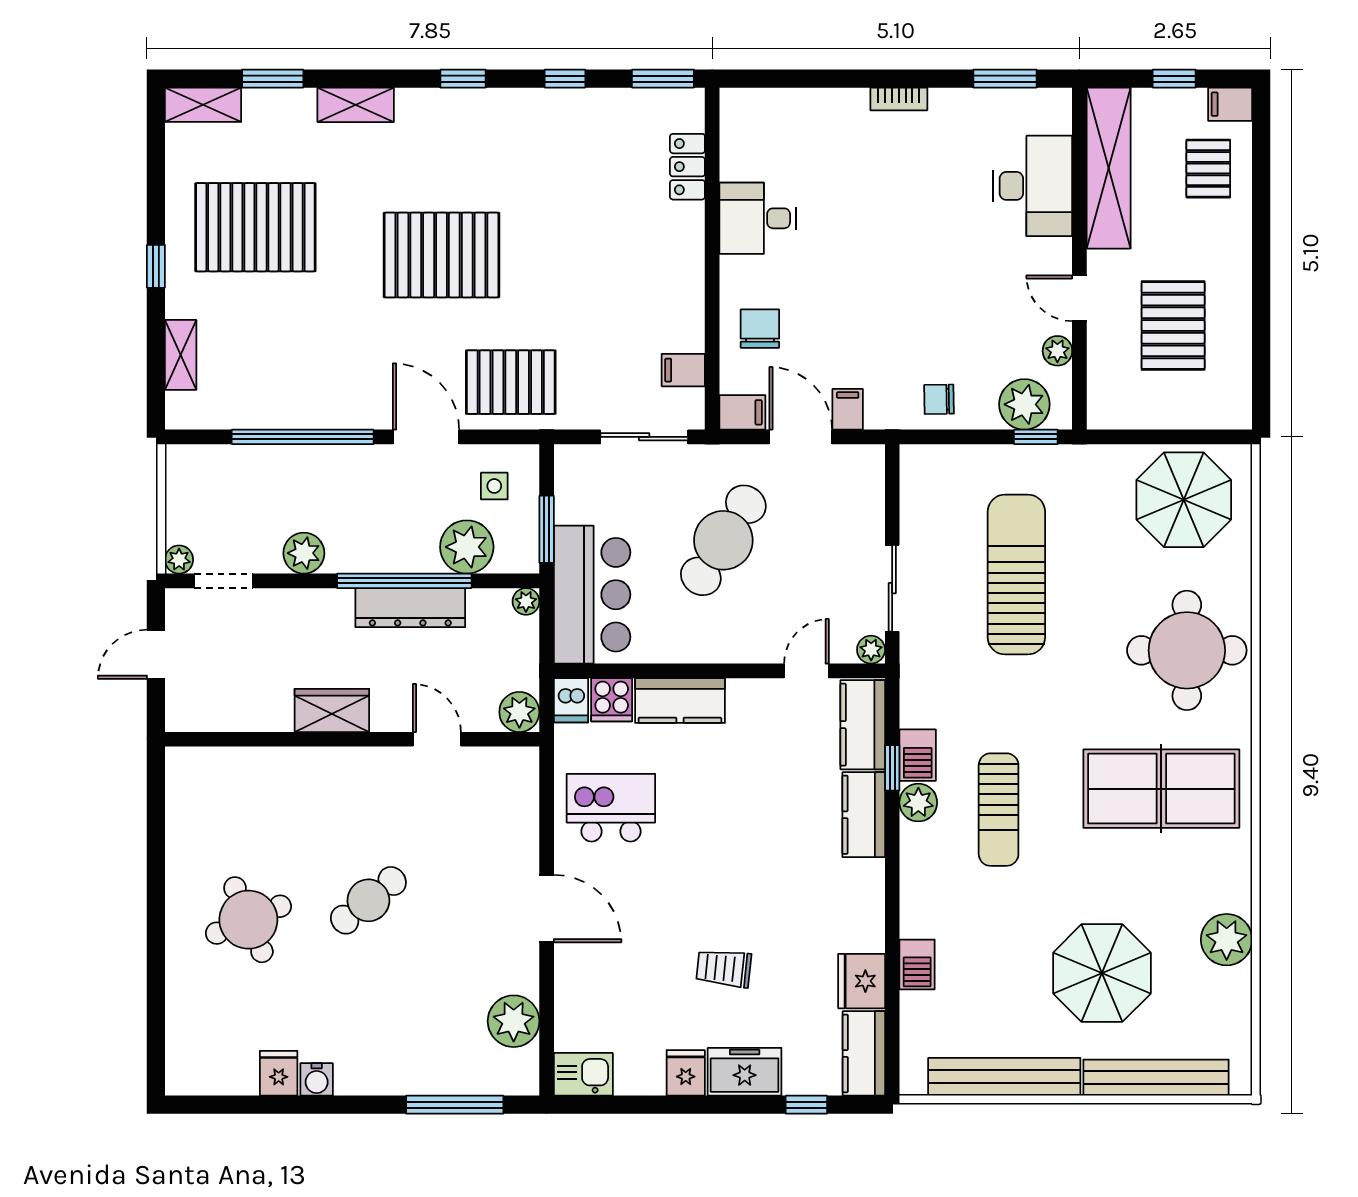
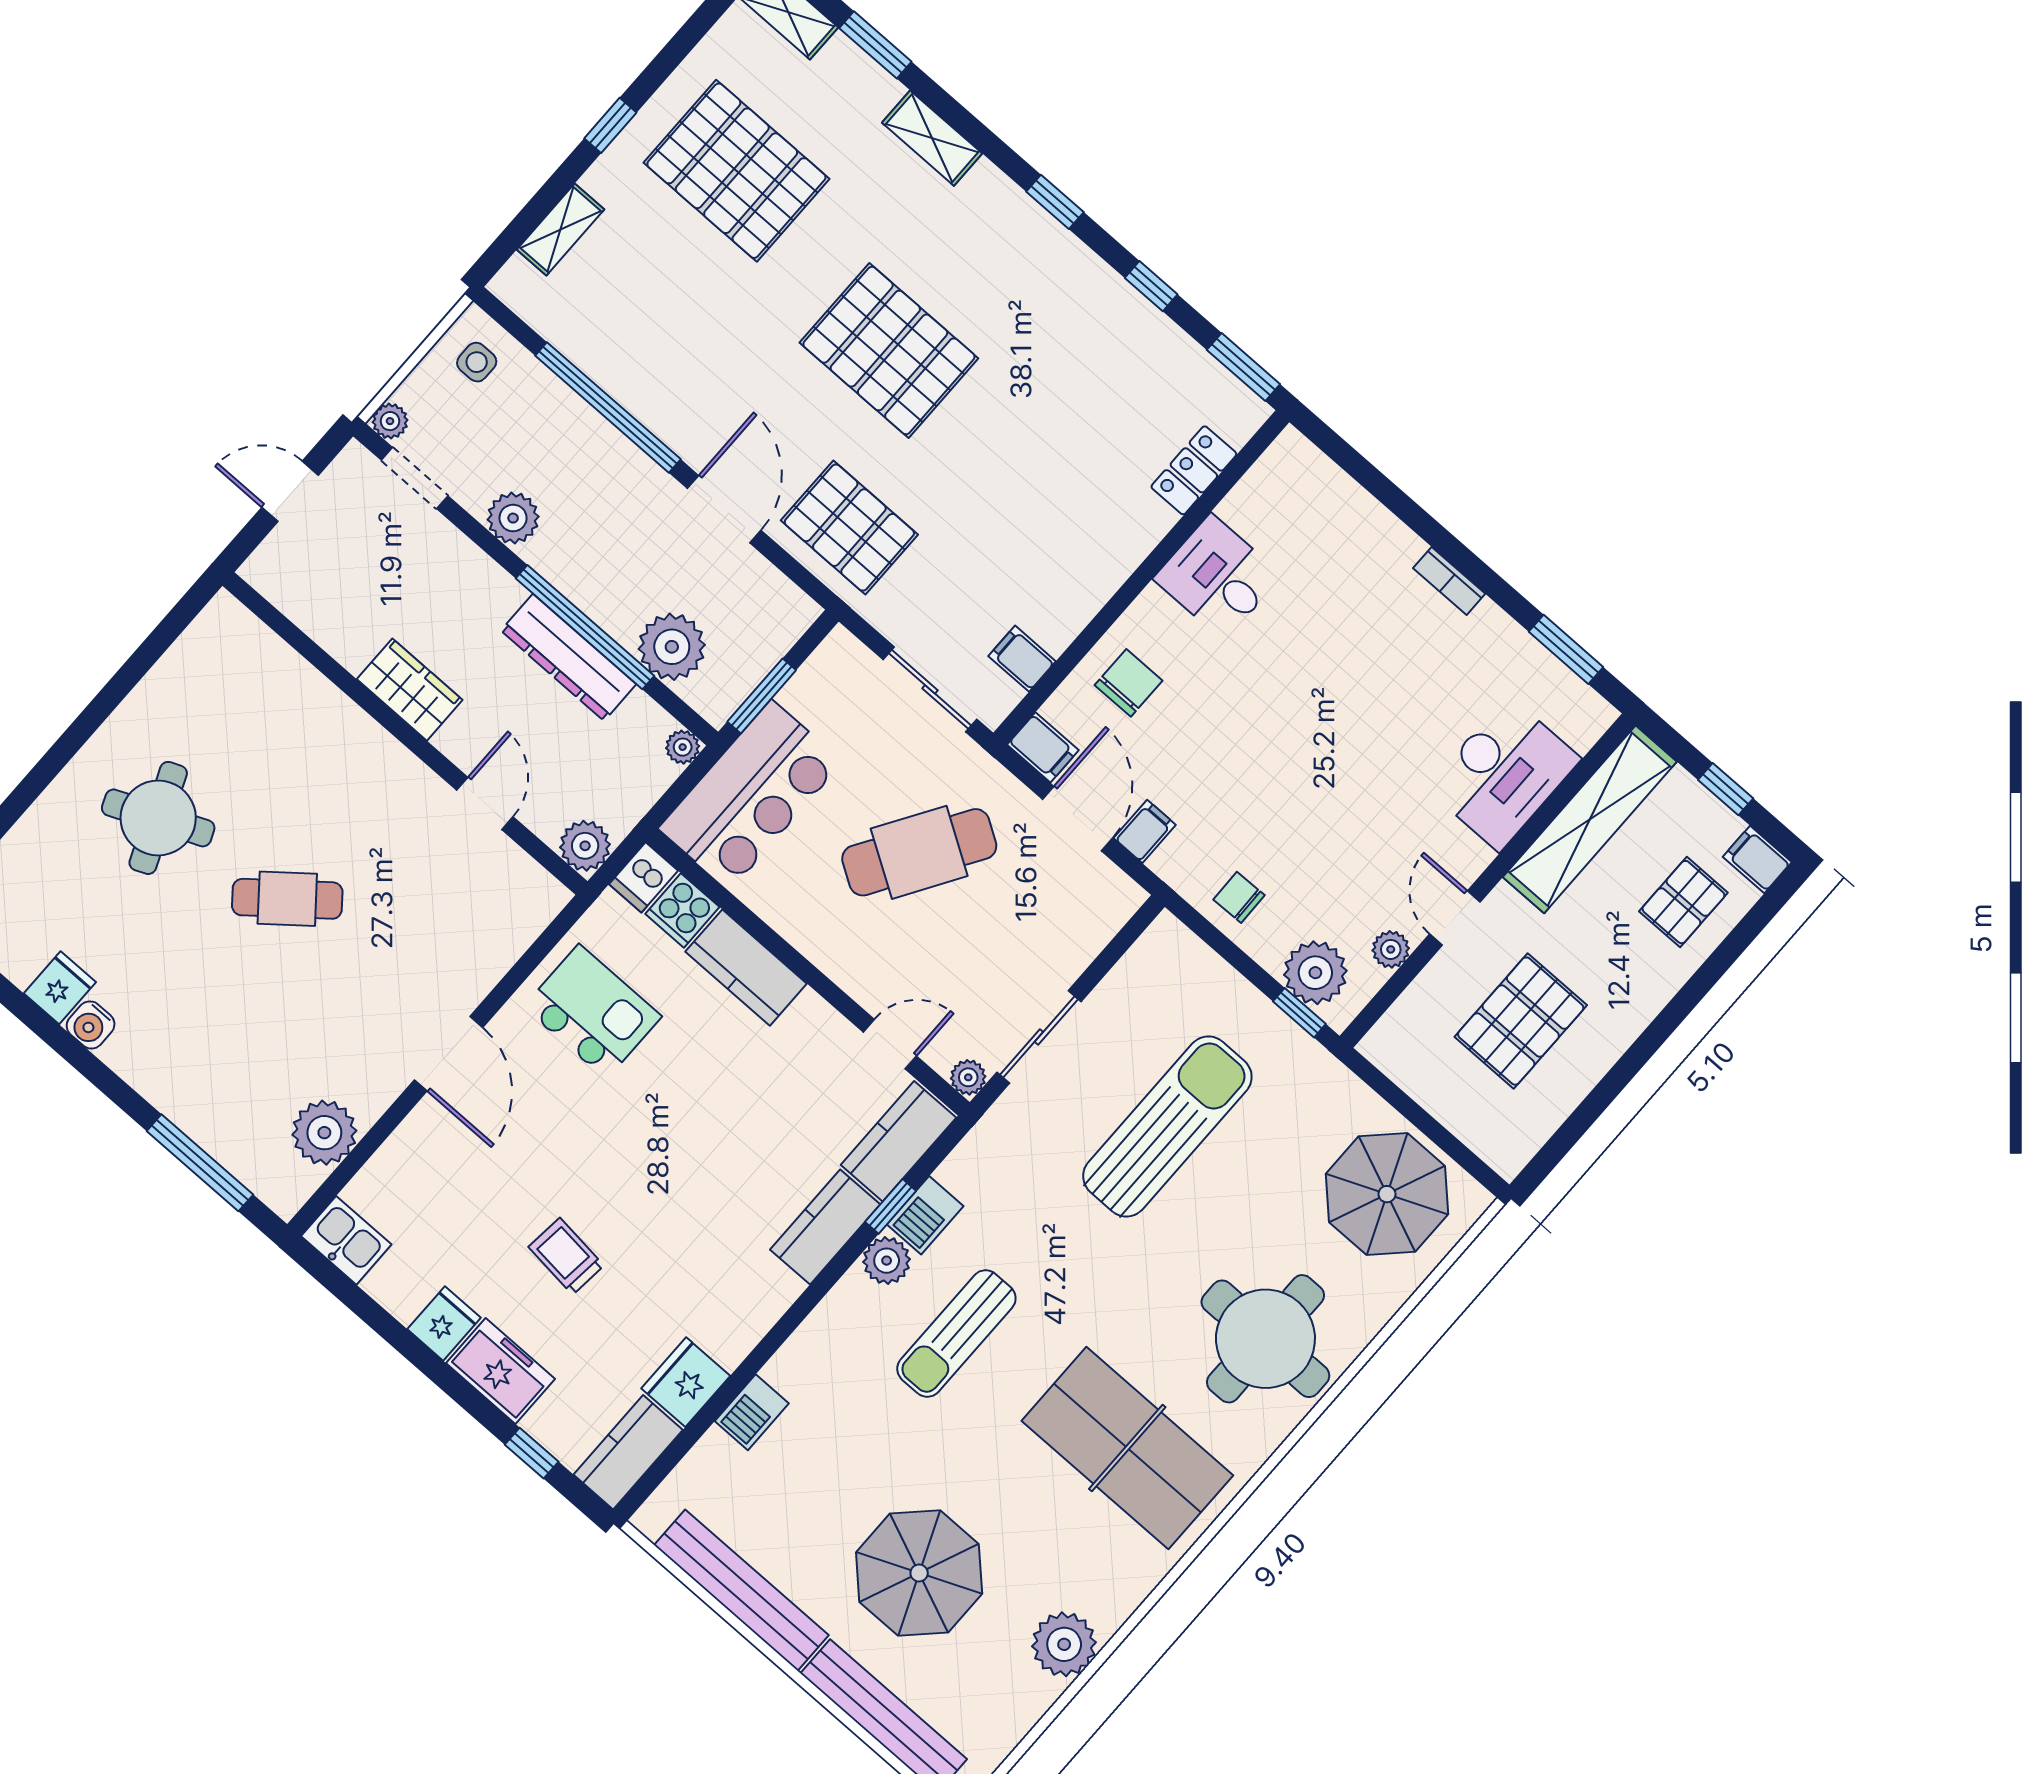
side table: (494, 486) -> (477, 362), moved

